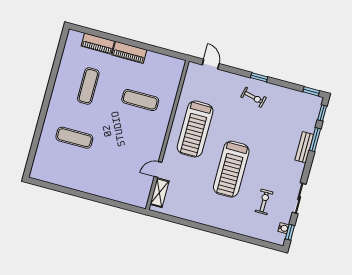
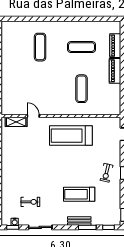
treadmill: (231, 169) -> (79, 194), moved, width x0.73, depth x0.73

